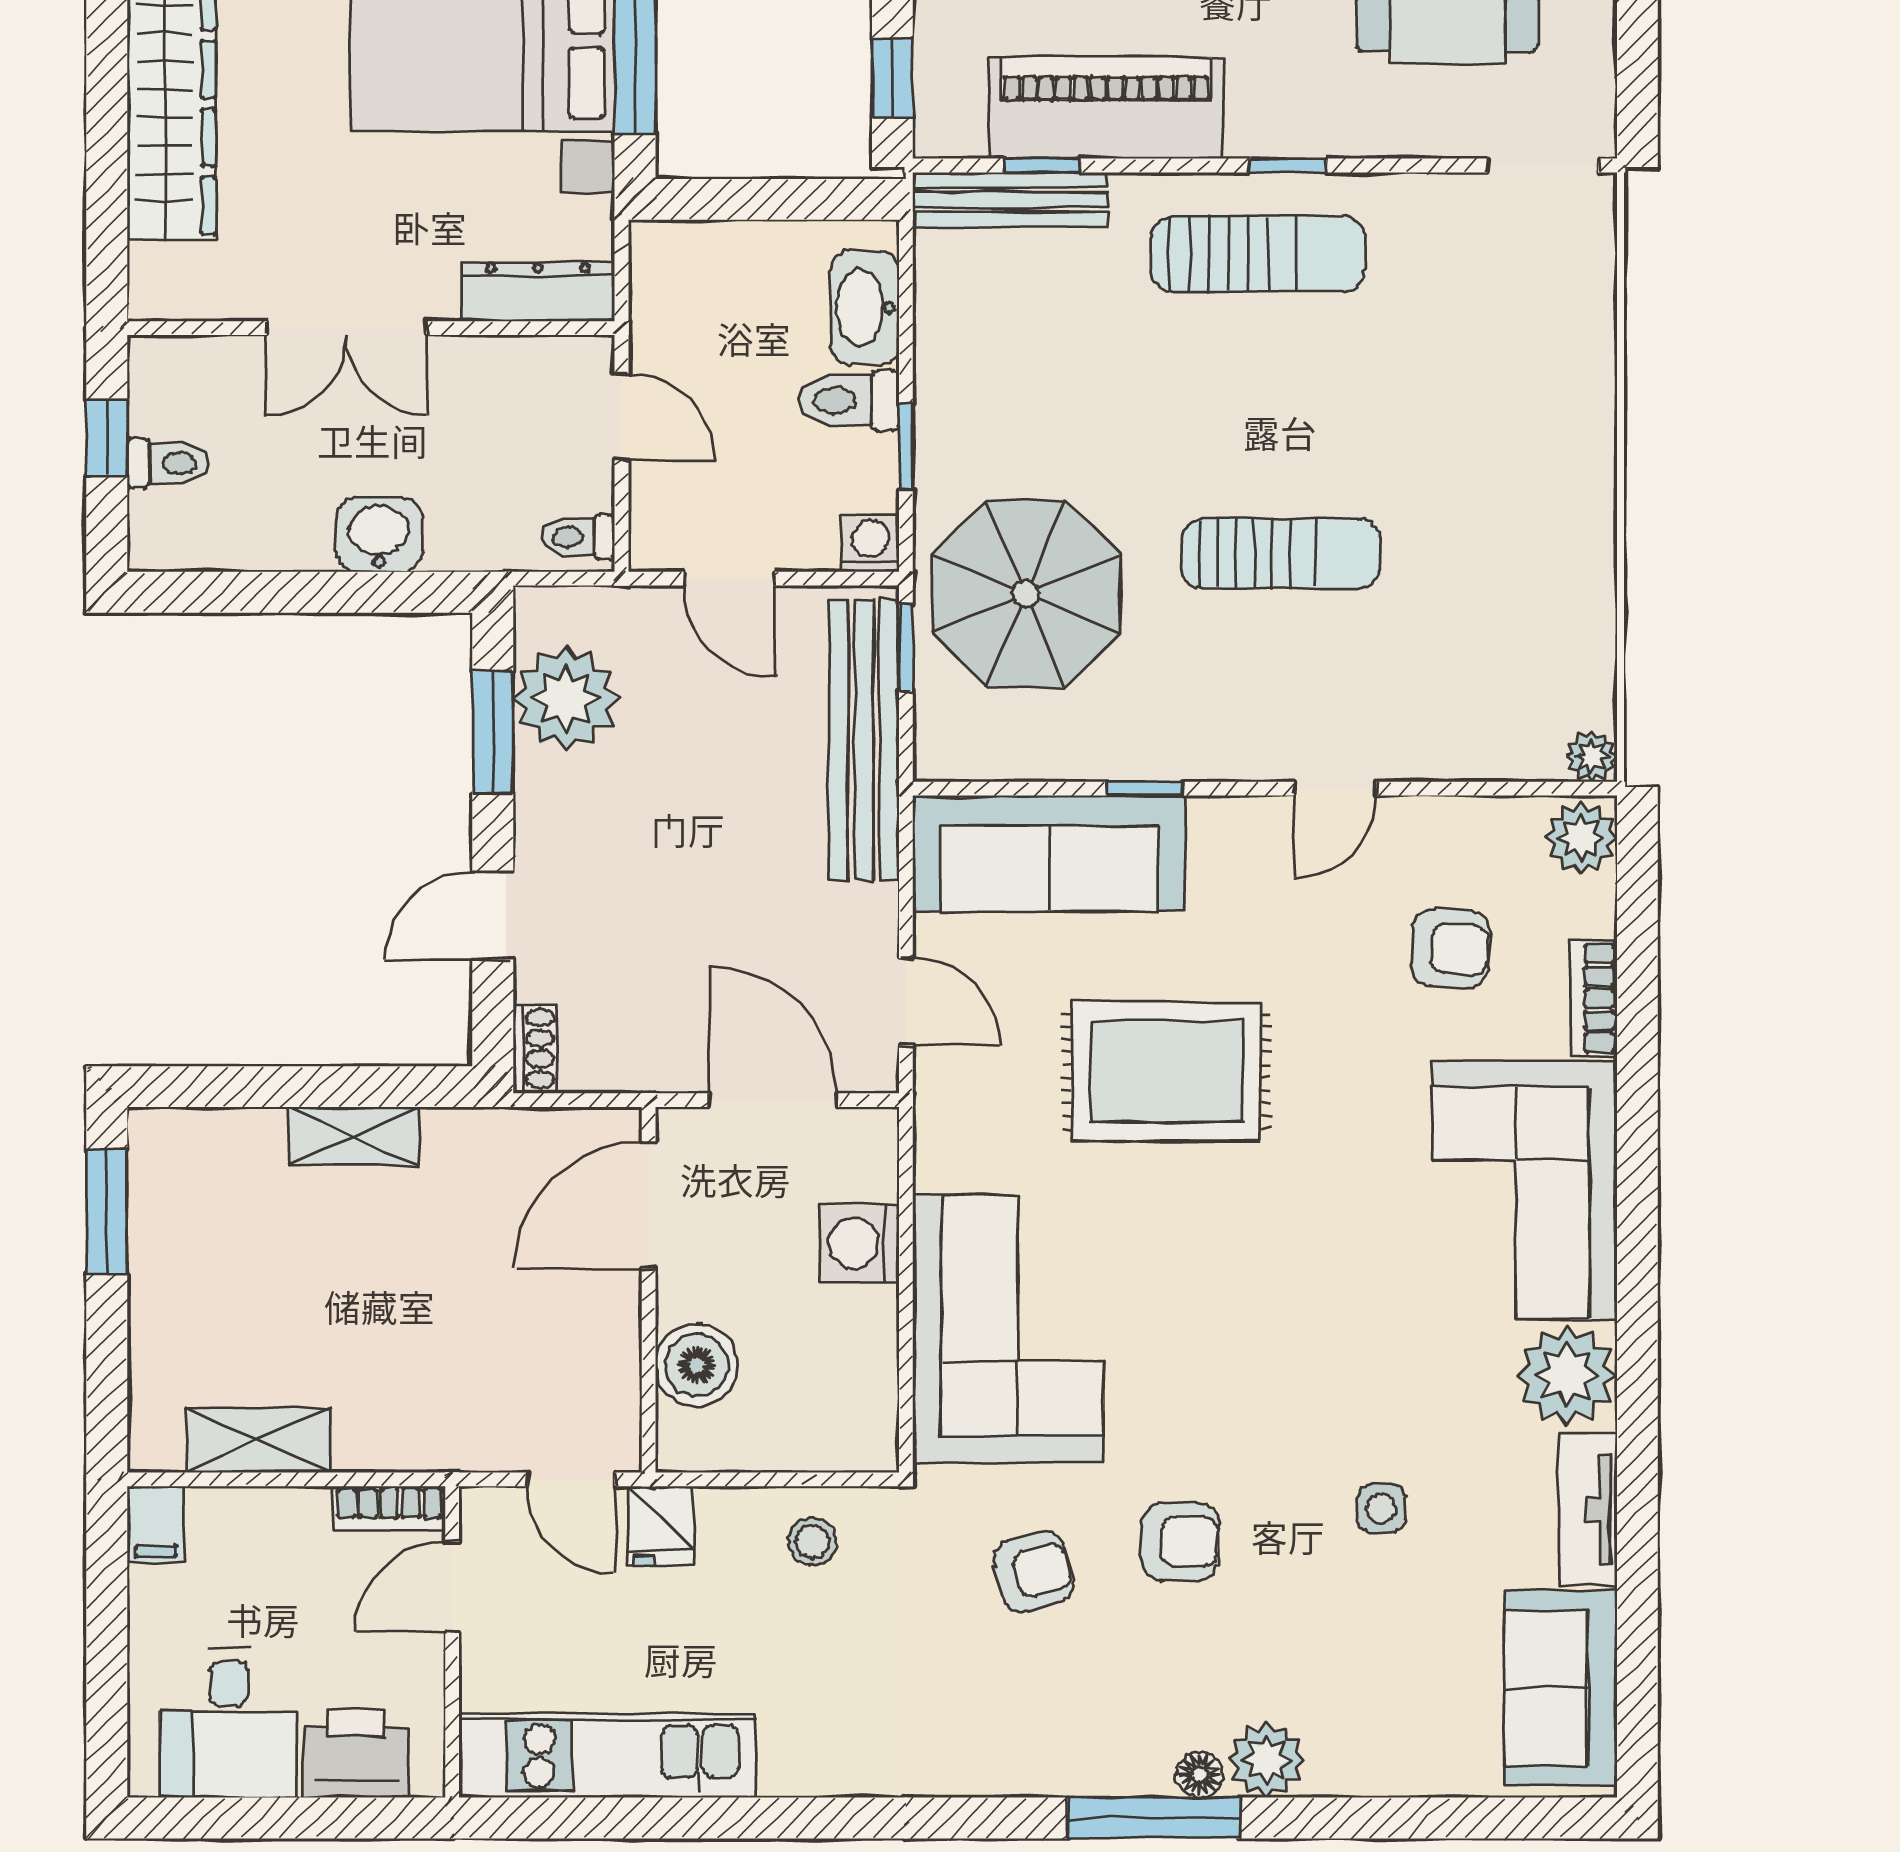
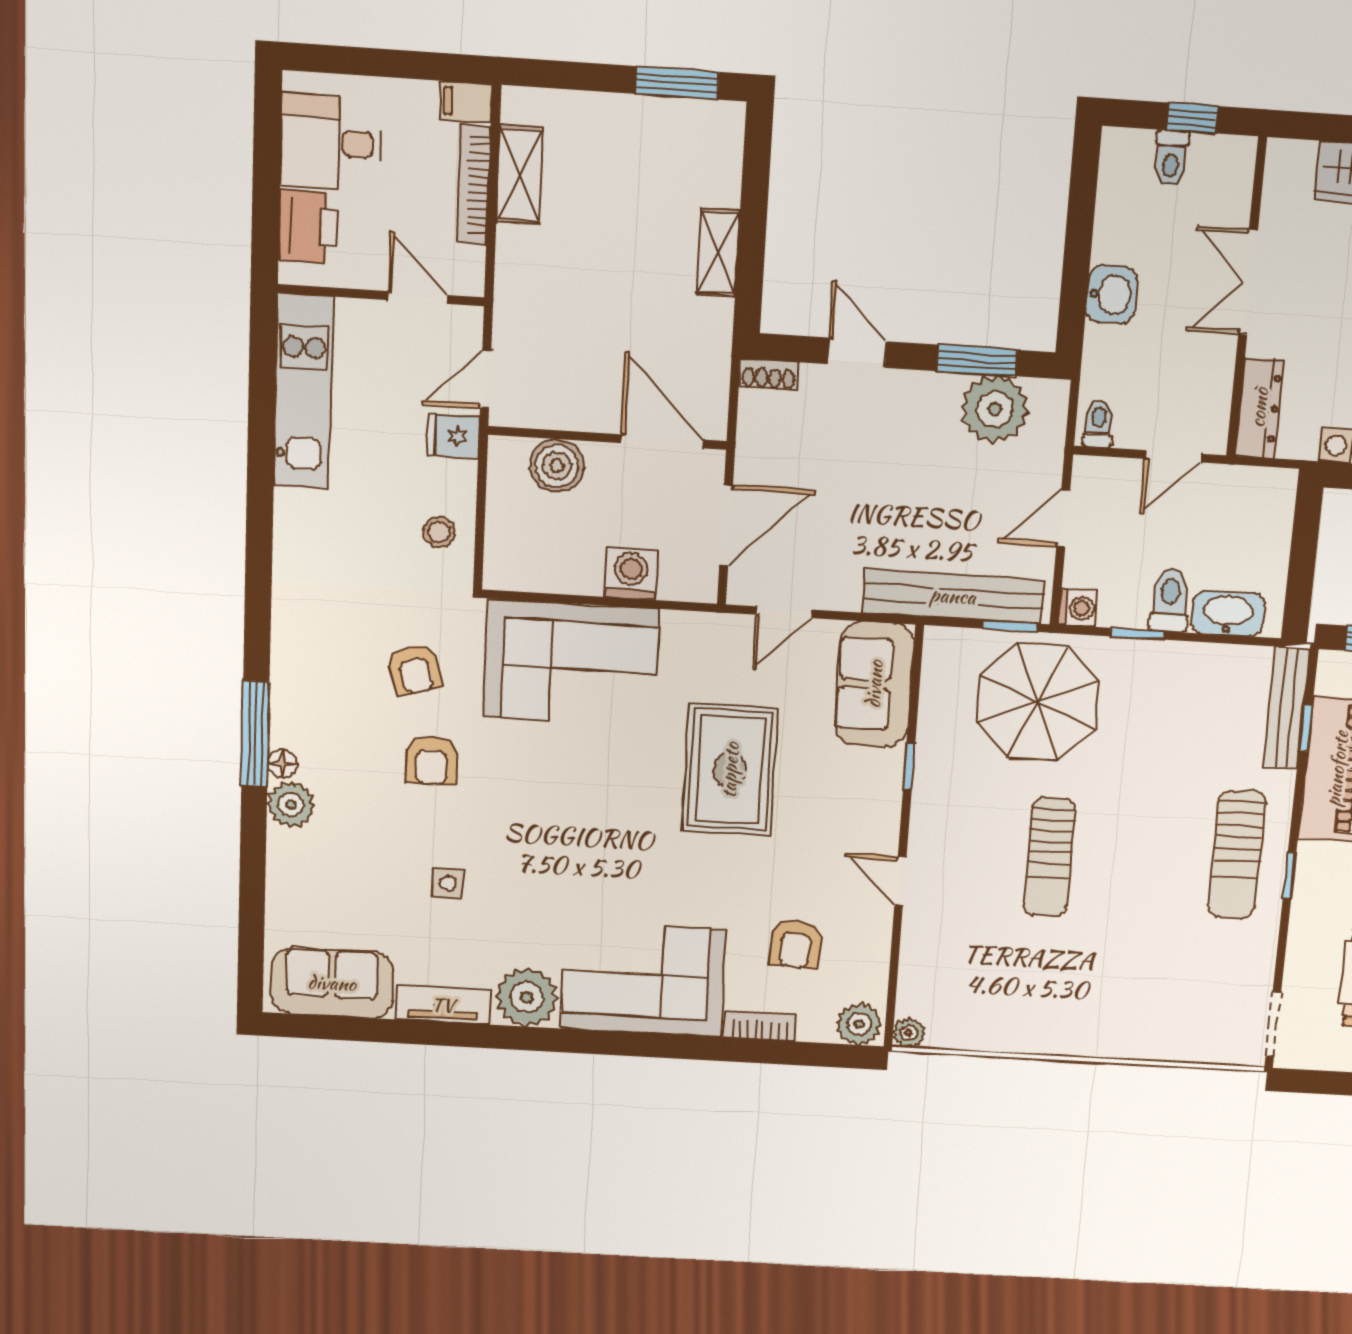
sofa: (1049, 853) -> (874, 684), width x0.73
bookcase: (389, 1509) -> (474, 185), moved, width x1.56

